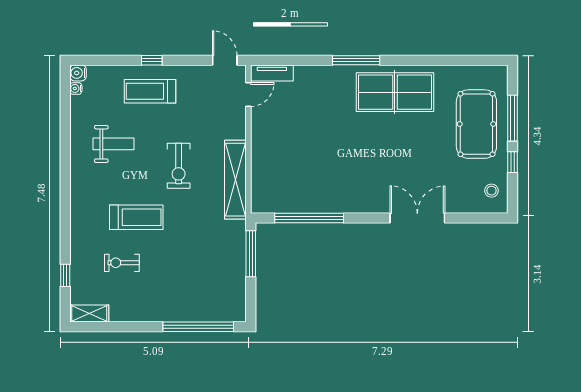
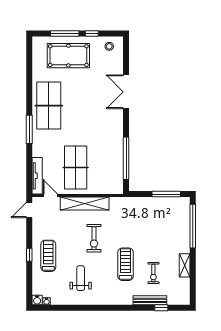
tv unit: (272, 73) -> (37, 176), width x1.41
treadmill: (150, 91) -> (48, 256), turned 180
table tennis table: (294, 136) -> (76, 167), added
exercise bike: (179, 166) -> (94, 238), turned 90
shelving: (235, 180) -> (85, 203), moved
window: (251, 254) -> (166, 194), moved
bench: (77, 257) -> (150, 300), added
shelving: (89, 314) -> (185, 265), moved

